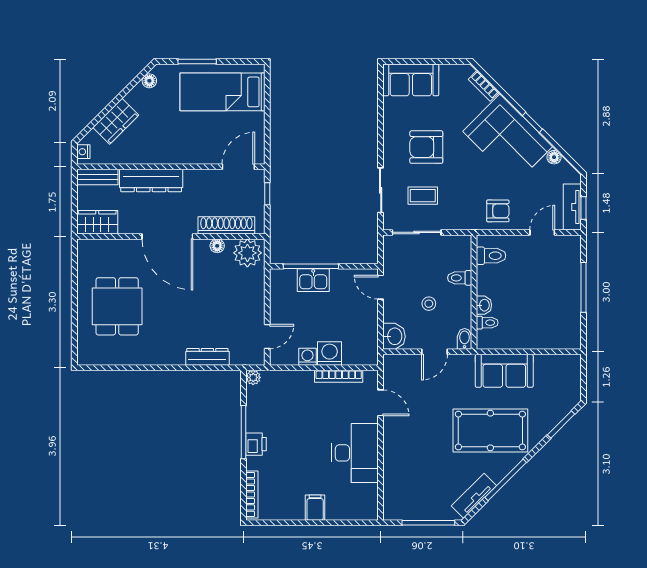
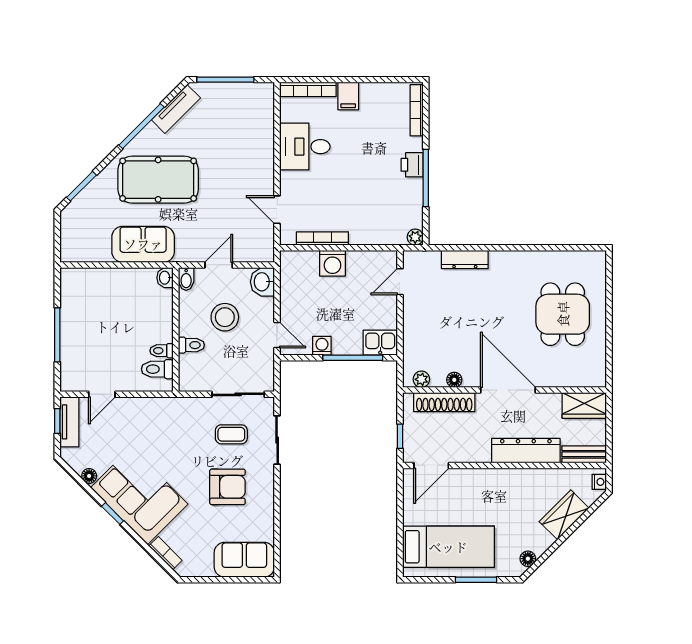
armchair: (498, 211) -> (150, 418), removed
plant: (247, 253) -> (421, 379), width x0.53, depth x0.53
kitchen sink: (313, 280) -> (380, 343), moved
stool: (429, 304) -> (225, 317), width x1.89, depth x1.89
washbasin: (484, 305) -> (165, 278), moved
toilet: (487, 323) -> (162, 351), moved
washing machine: (307, 357) -> (322, 346), moved, turned 180
desk: (355, 453) -> (305, 147), width x0.73
bookcase: (352, 514) -> (308, 89), added

